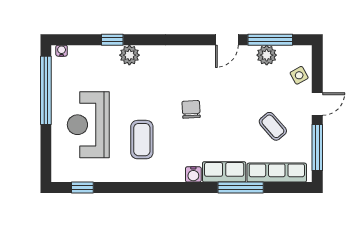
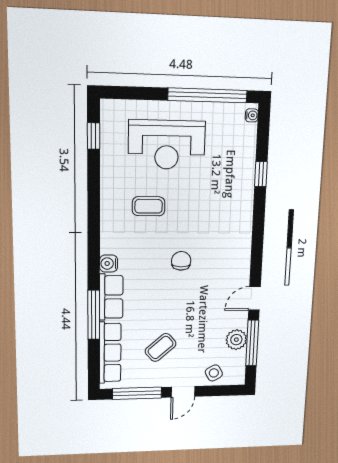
door: (227, 40) -> (254, 298), hinge flipped
plant: (129, 55) -> (243, 193), removed
door: (317, 104) -> (183, 392), hinge flipped
chair: (191, 109) -> (181, 261), turned -86
reception desk: (88, 125) -> (167, 145), turned 180
coffee table: (142, 140) -> (149, 206), width x0.73, depth x0.77

